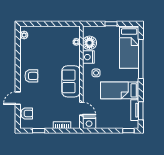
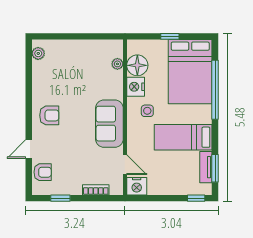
bed: (129, 47) -> (190, 72), width x1.50

